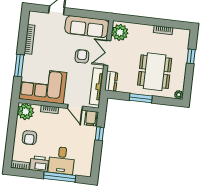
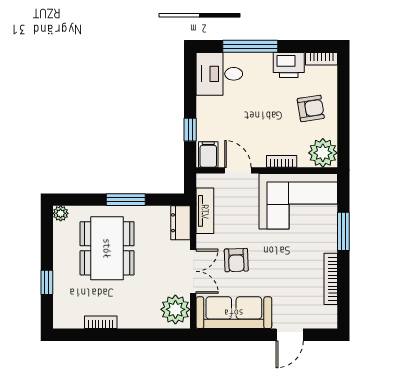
tv unit: (97, 86) -> (205, 211), width x0.71
armchair: (29, 138) -> (311, 108), turned 81
desk: (62, 160) -> (219, 74), moved, turned -90

